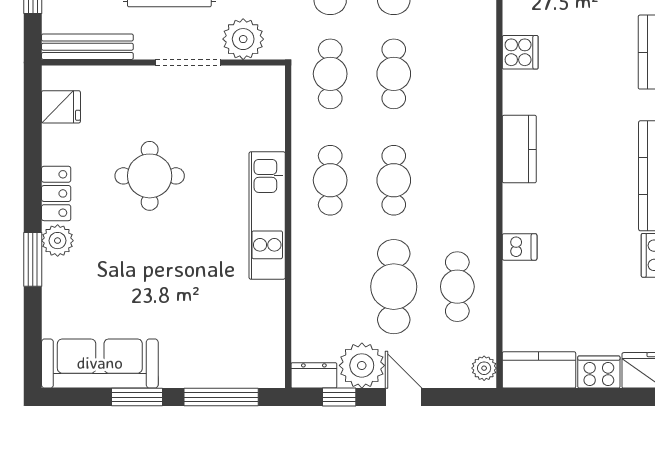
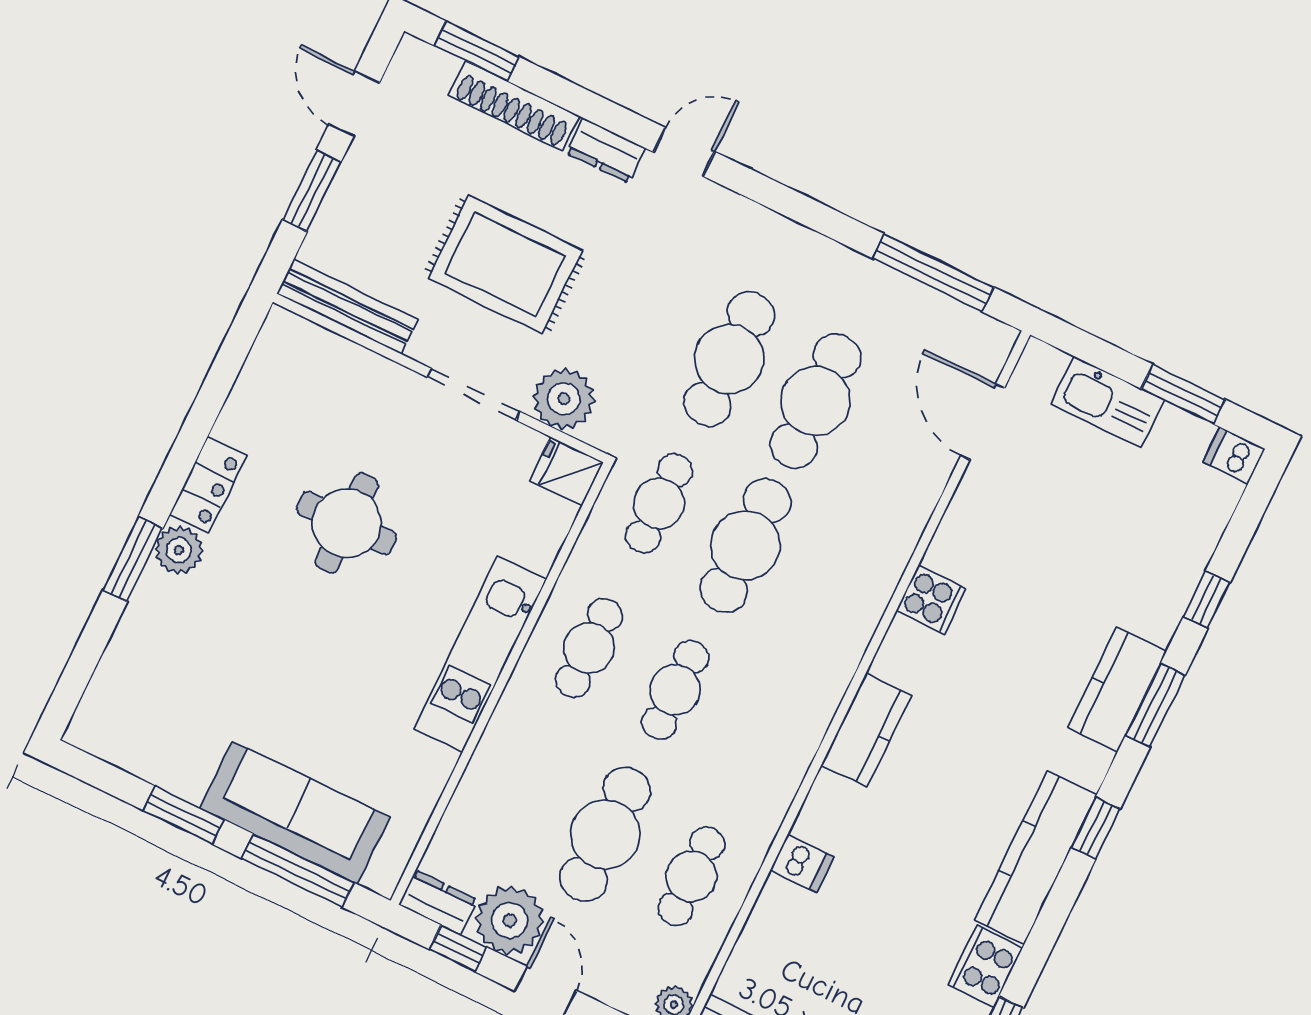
cafe table: (394, 74) -> (745, 545), width x1.37, depth x1.35
fridge: (61, 107) -> (567, 472), moved, turned 180
sofa: (100, 363) -> (295, 813), moved

